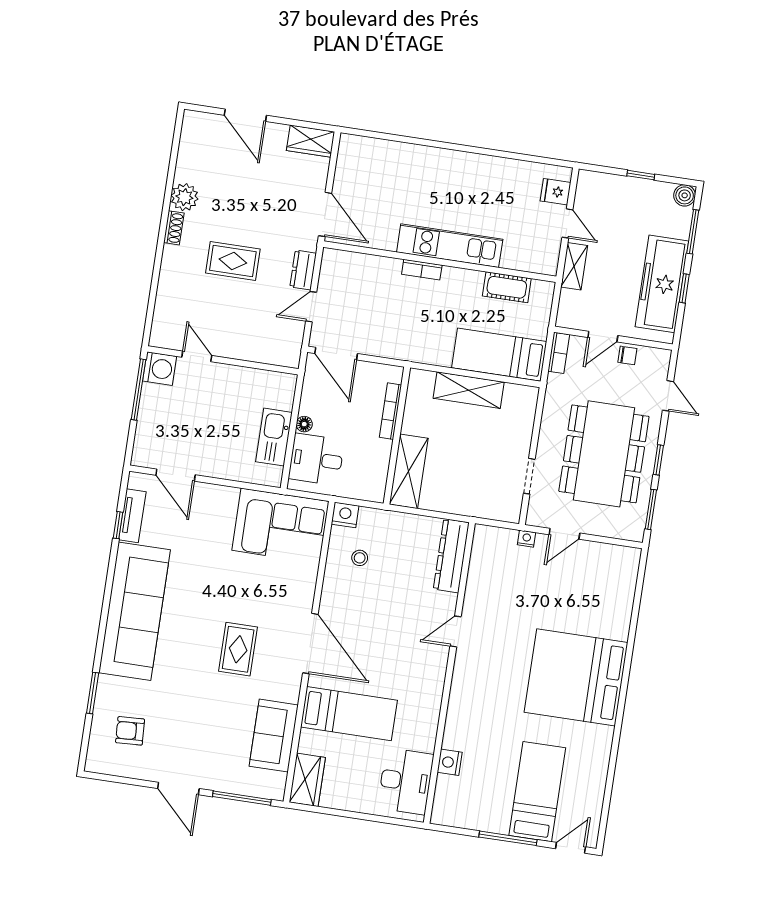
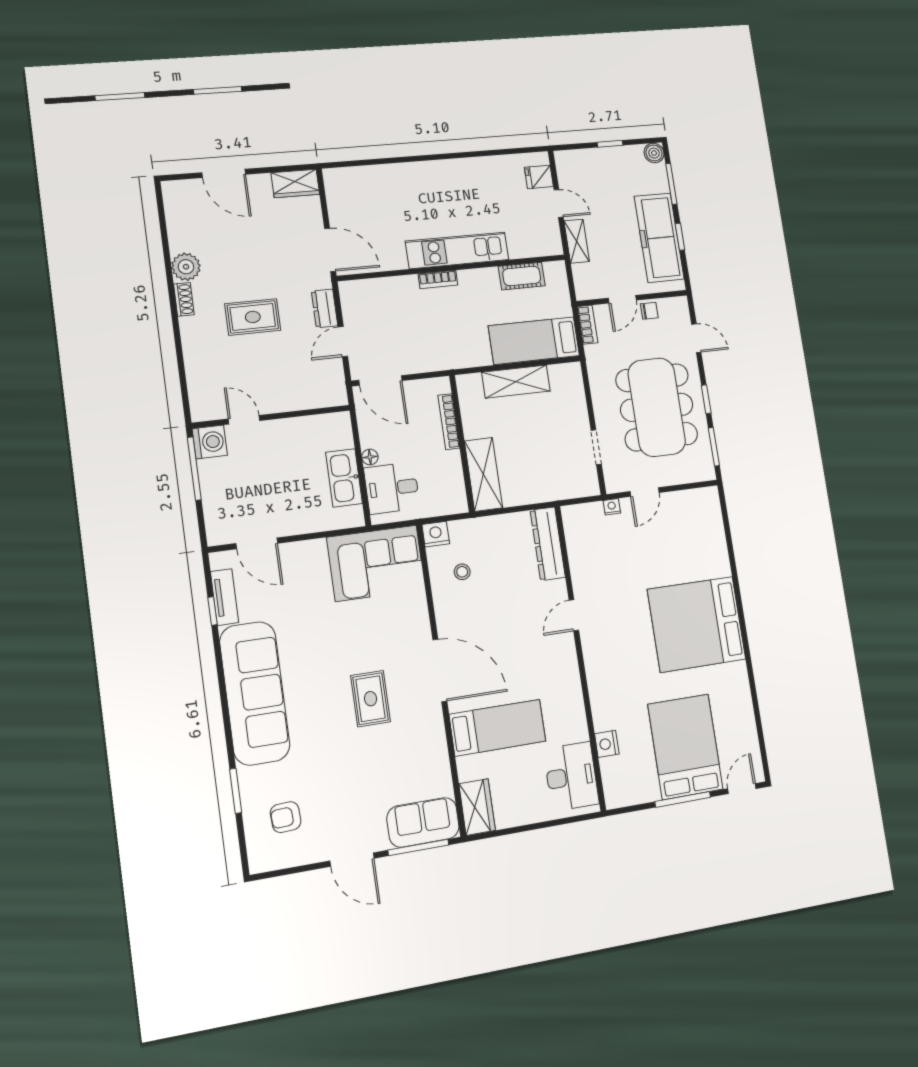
sofa: (274, 736) -> (423, 822), moved, turned 90
bed: (537, 792) -> (685, 747), width x1.50

